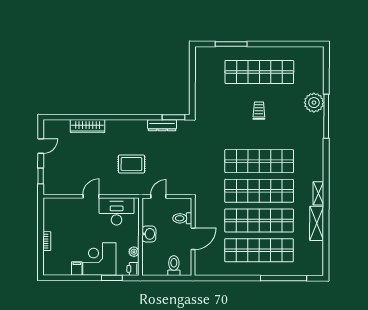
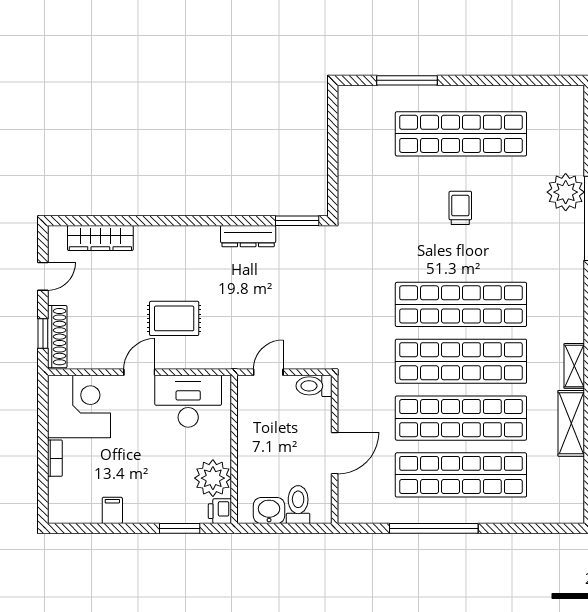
dresser: (162, 125) -> (248, 236), moved
wardrobe: (87, 126) -> (100, 238), moved
rug: (131, 164) -> (174, 318), moved
shoe rack: (48, 178) -> (57, 337), added
toilet: (182, 218) -> (314, 386), moved
washbasin: (149, 234) -> (269, 511), moved, turned -90
plant: (134, 252) -> (213, 478), width x1.88, depth x1.88
corner desk: (99, 259) -> (79, 406), moved, turned 90
window: (284, 278) -> (434, 528), moved

